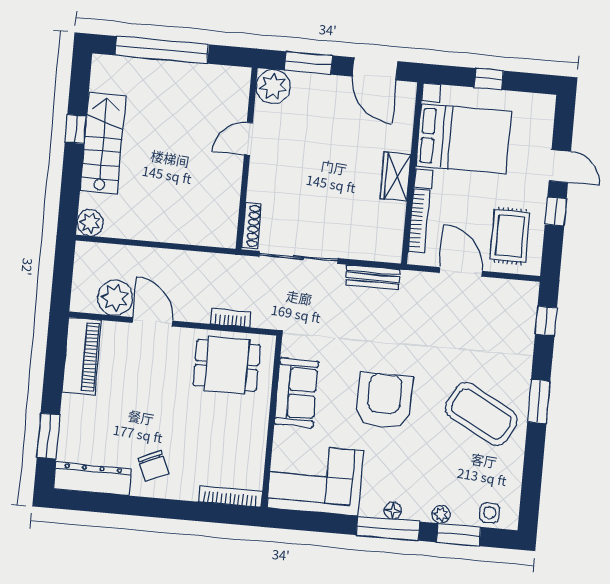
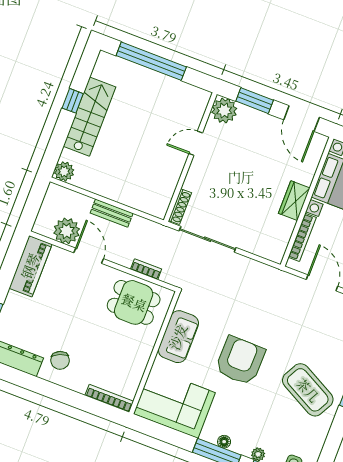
bench: (373, 277) -> (112, 213), moved

